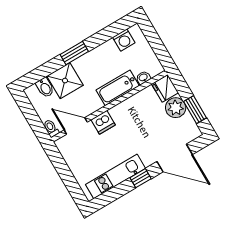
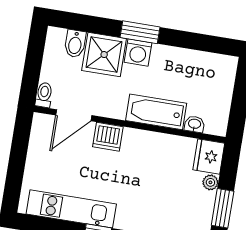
washing machine: (124, 40) -> (138, 53), moved
plant: (176, 108) -> (210, 182), width x0.53, depth x0.53
door: (76, 126) -> (74, 115), swing flipped

